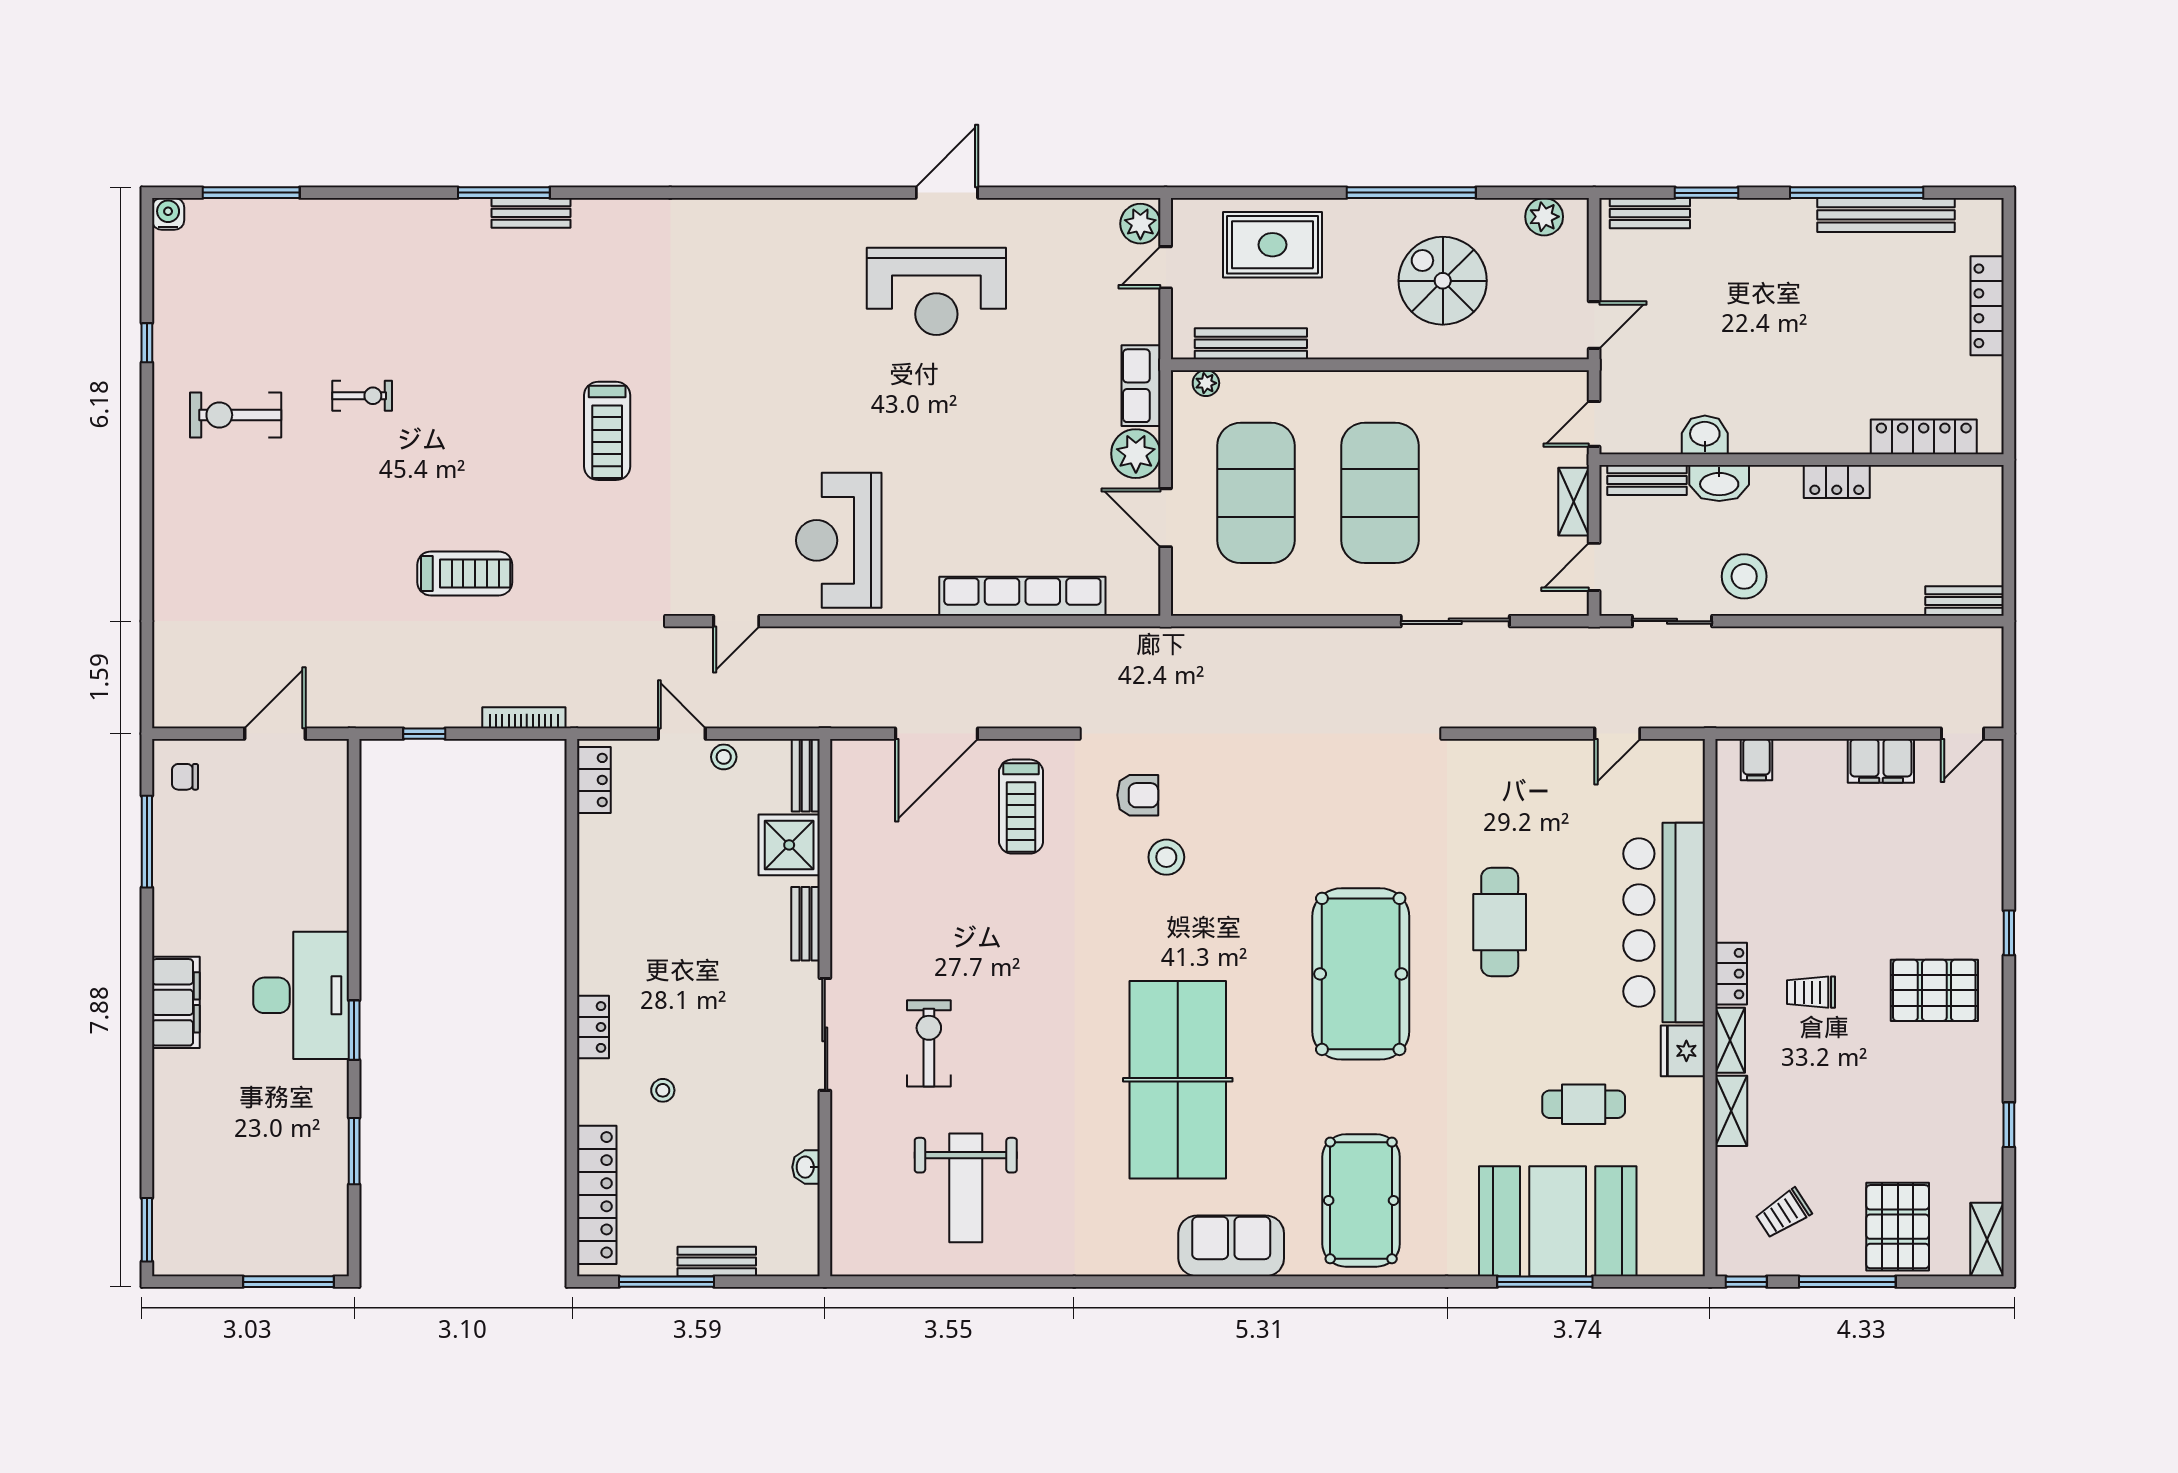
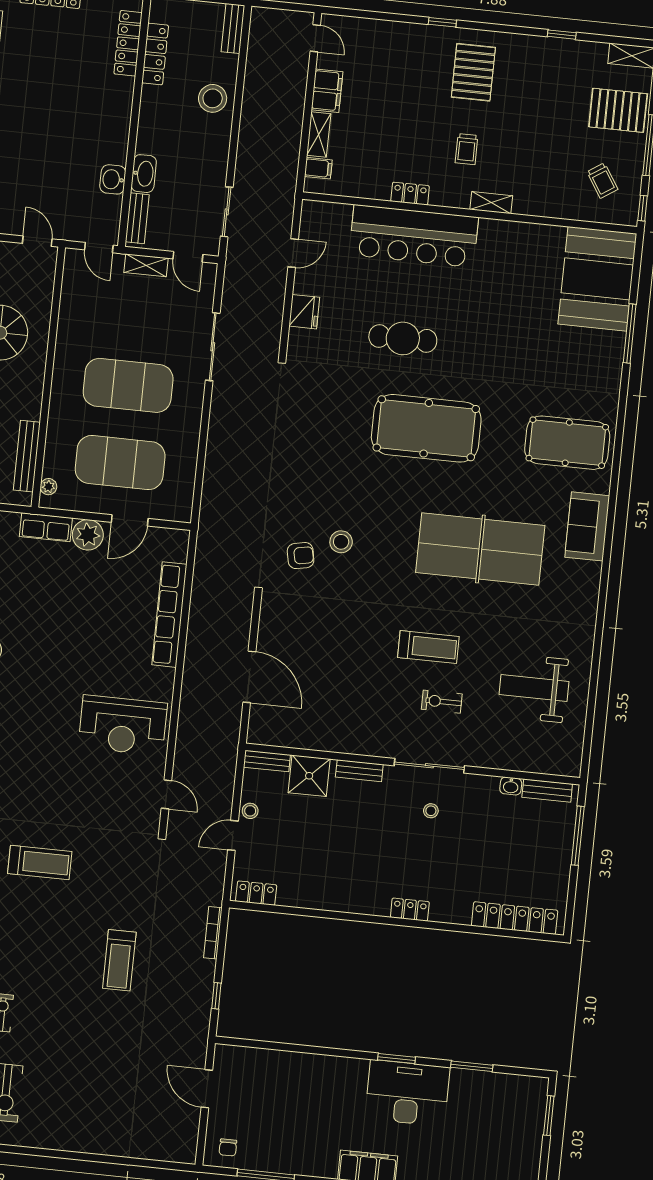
locker: (1837, 482) -> (155, 54), moved, width x1.53
treadmill: (465, 573) -> (119, 960), turned 180
stool: (1744, 576) -> (213, 98), moved
door: (1617, 734) -> (293, 253), hinge flipped
armchair: (1138, 795) -> (301, 556), turned 79
treadmill: (1021, 807) -> (428, 647), moved
locker: (1731, 974) -> (410, 194), moved
desk: (301, 995) -> (407, 1093), moved
exercise bike: (929, 1043) -> (442, 702), width x0.73, depth x0.72
fridge: (1683, 1051) -> (304, 312), moved, turned -90
stool: (663, 1090) -> (431, 811), moved
cafe table: (1584, 1104) -> (522, 298), removed
shelving: (1731, 1111) -> (319, 134), moved, turned 90
weight bench: (966, 1188) -> (534, 688), turned 180
booth: (1558, 1221) -> (597, 279), moved
bench: (717, 1261) -> (547, 791), moved, turned 90
window: (288, 1282) -> (549, 1116), width x0.69
window: (667, 1282) -> (578, 836), moved

